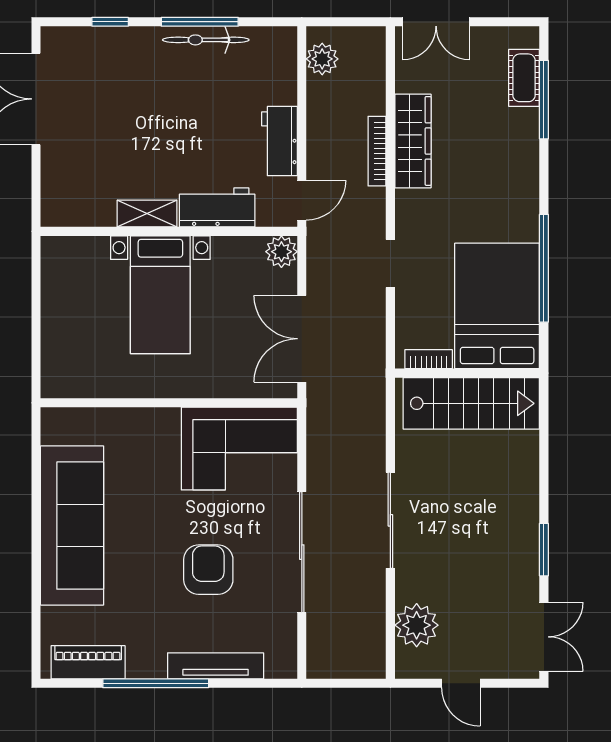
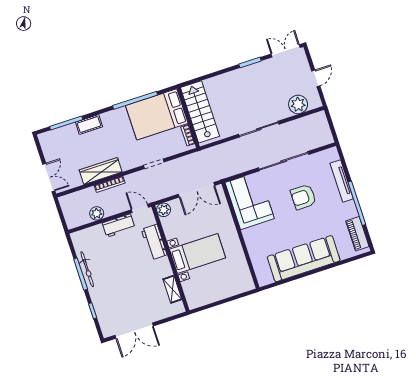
plant: (322, 59) -> (97, 213), moved
cot: (524, 78) -> (89, 124), moved
shelving: (147, 214) -> (172, 289), moved

